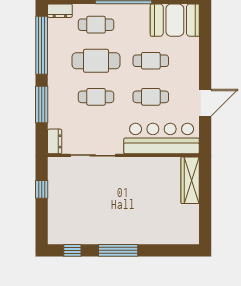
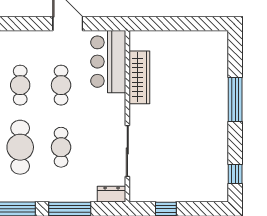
bar counter: (162, 138) -> (108, 62), width x0.73
wardrobe: (190, 180) -> (139, 77), moved, turned -90
window: (118, 250) -> (235, 100), moved

